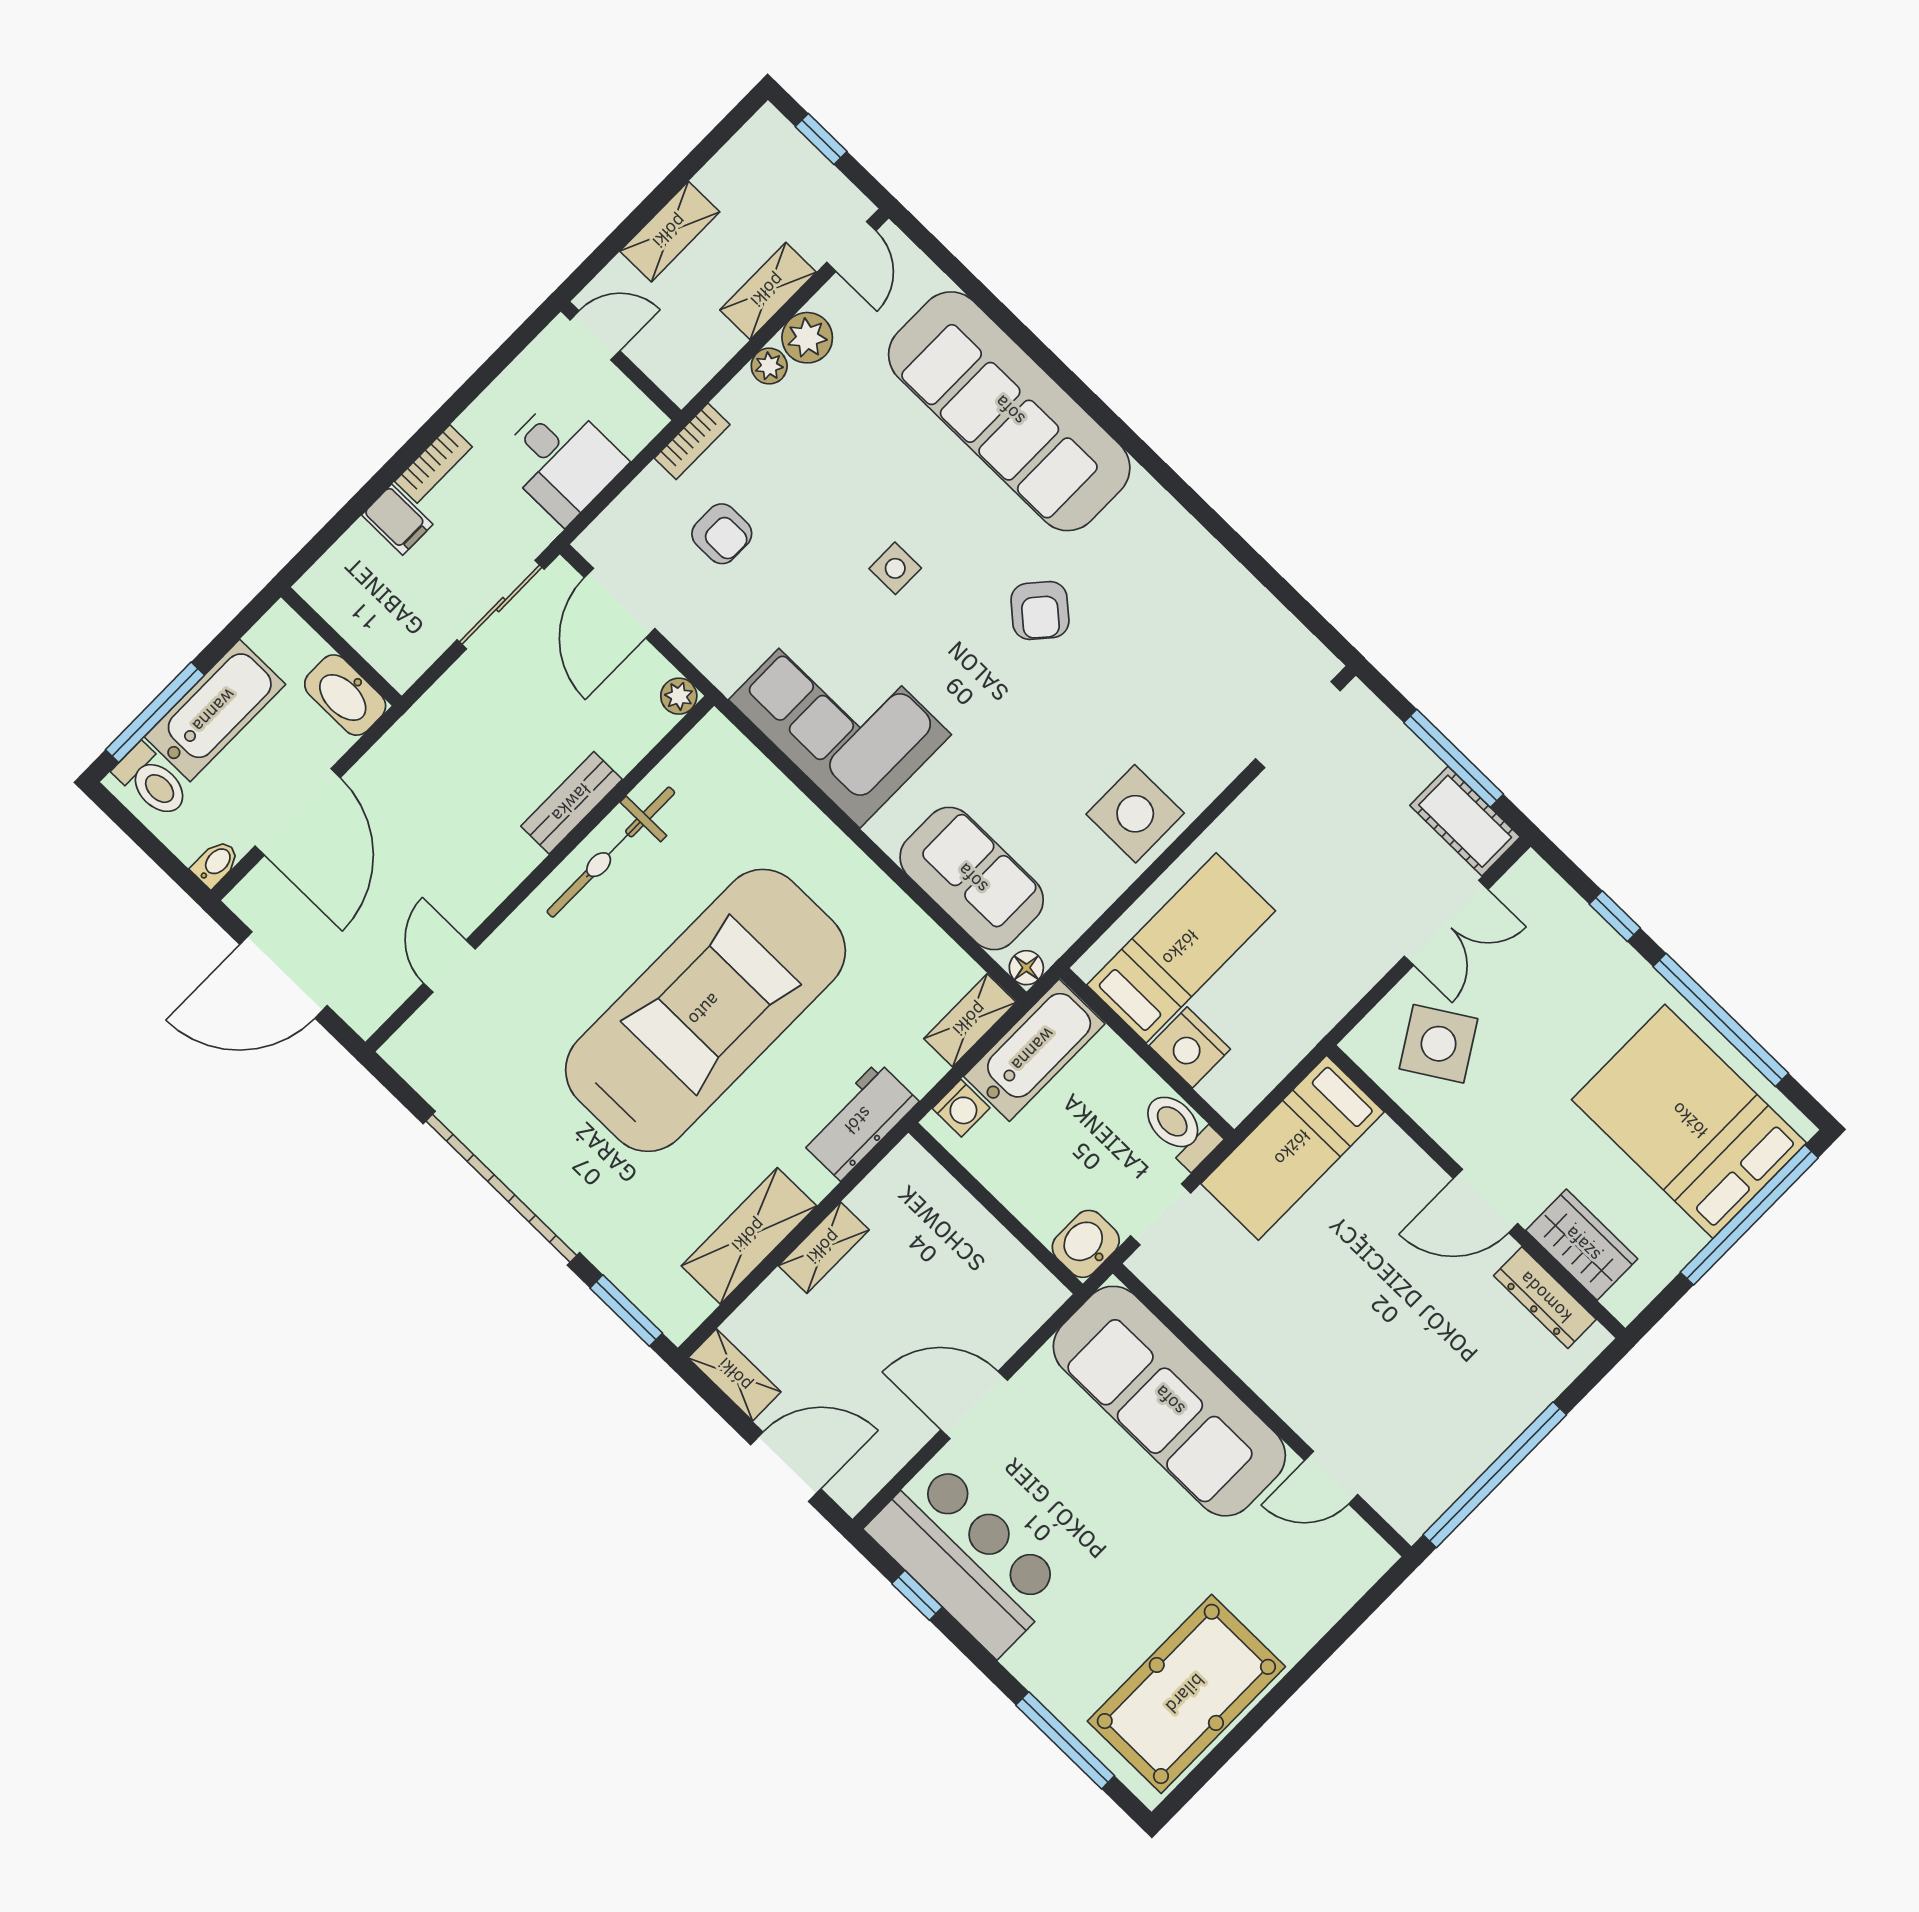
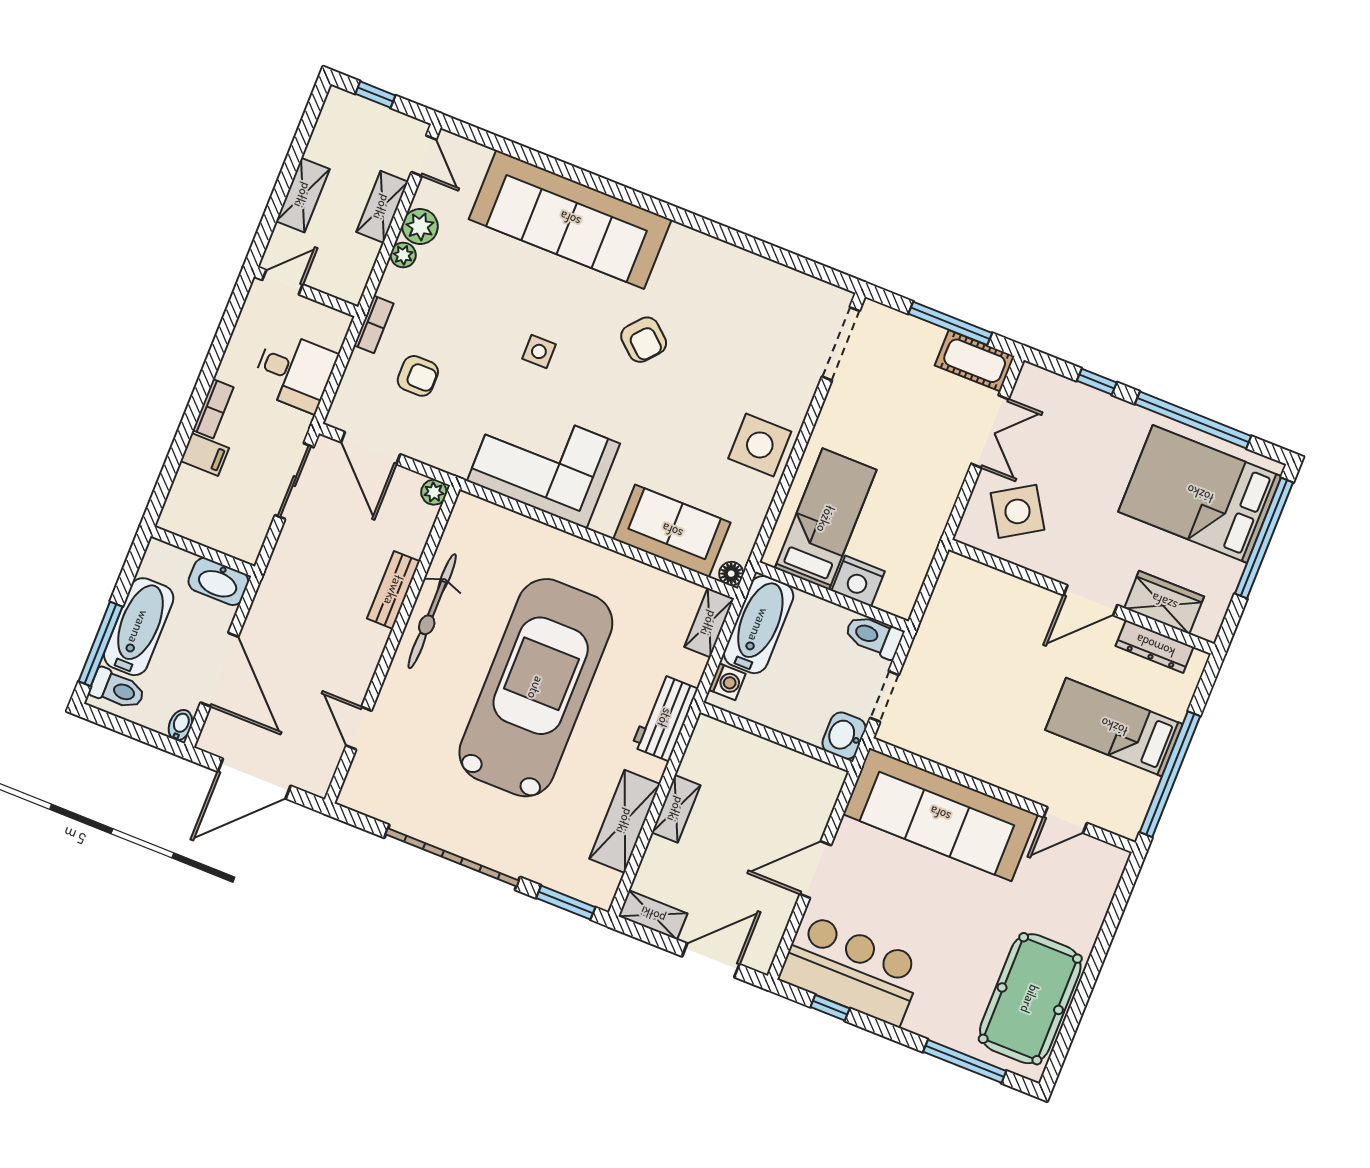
bed: (1293, 1148) -> (1114, 727), moved, turned 90

